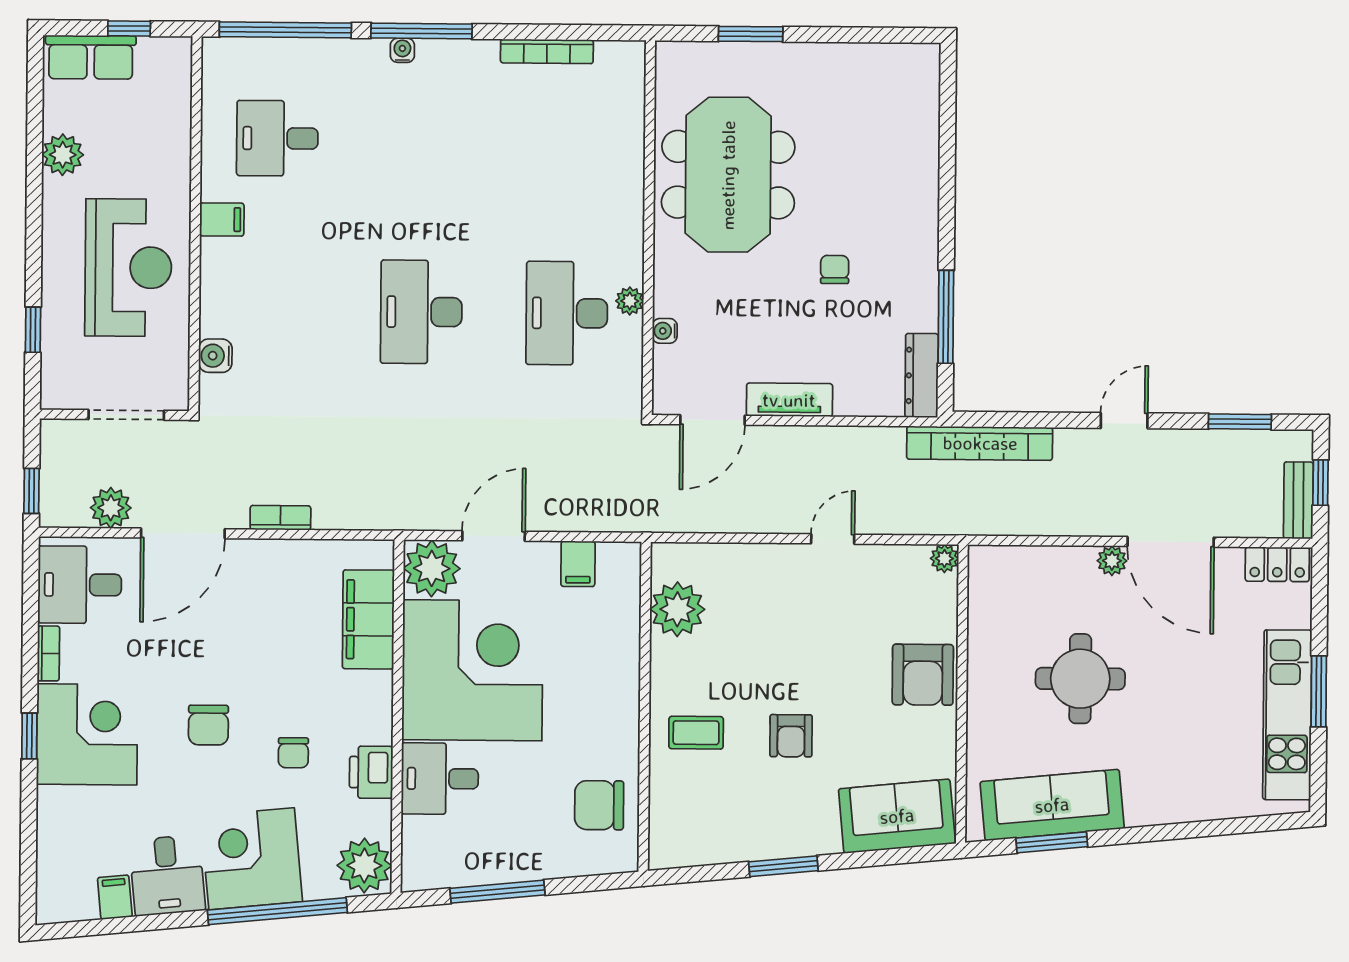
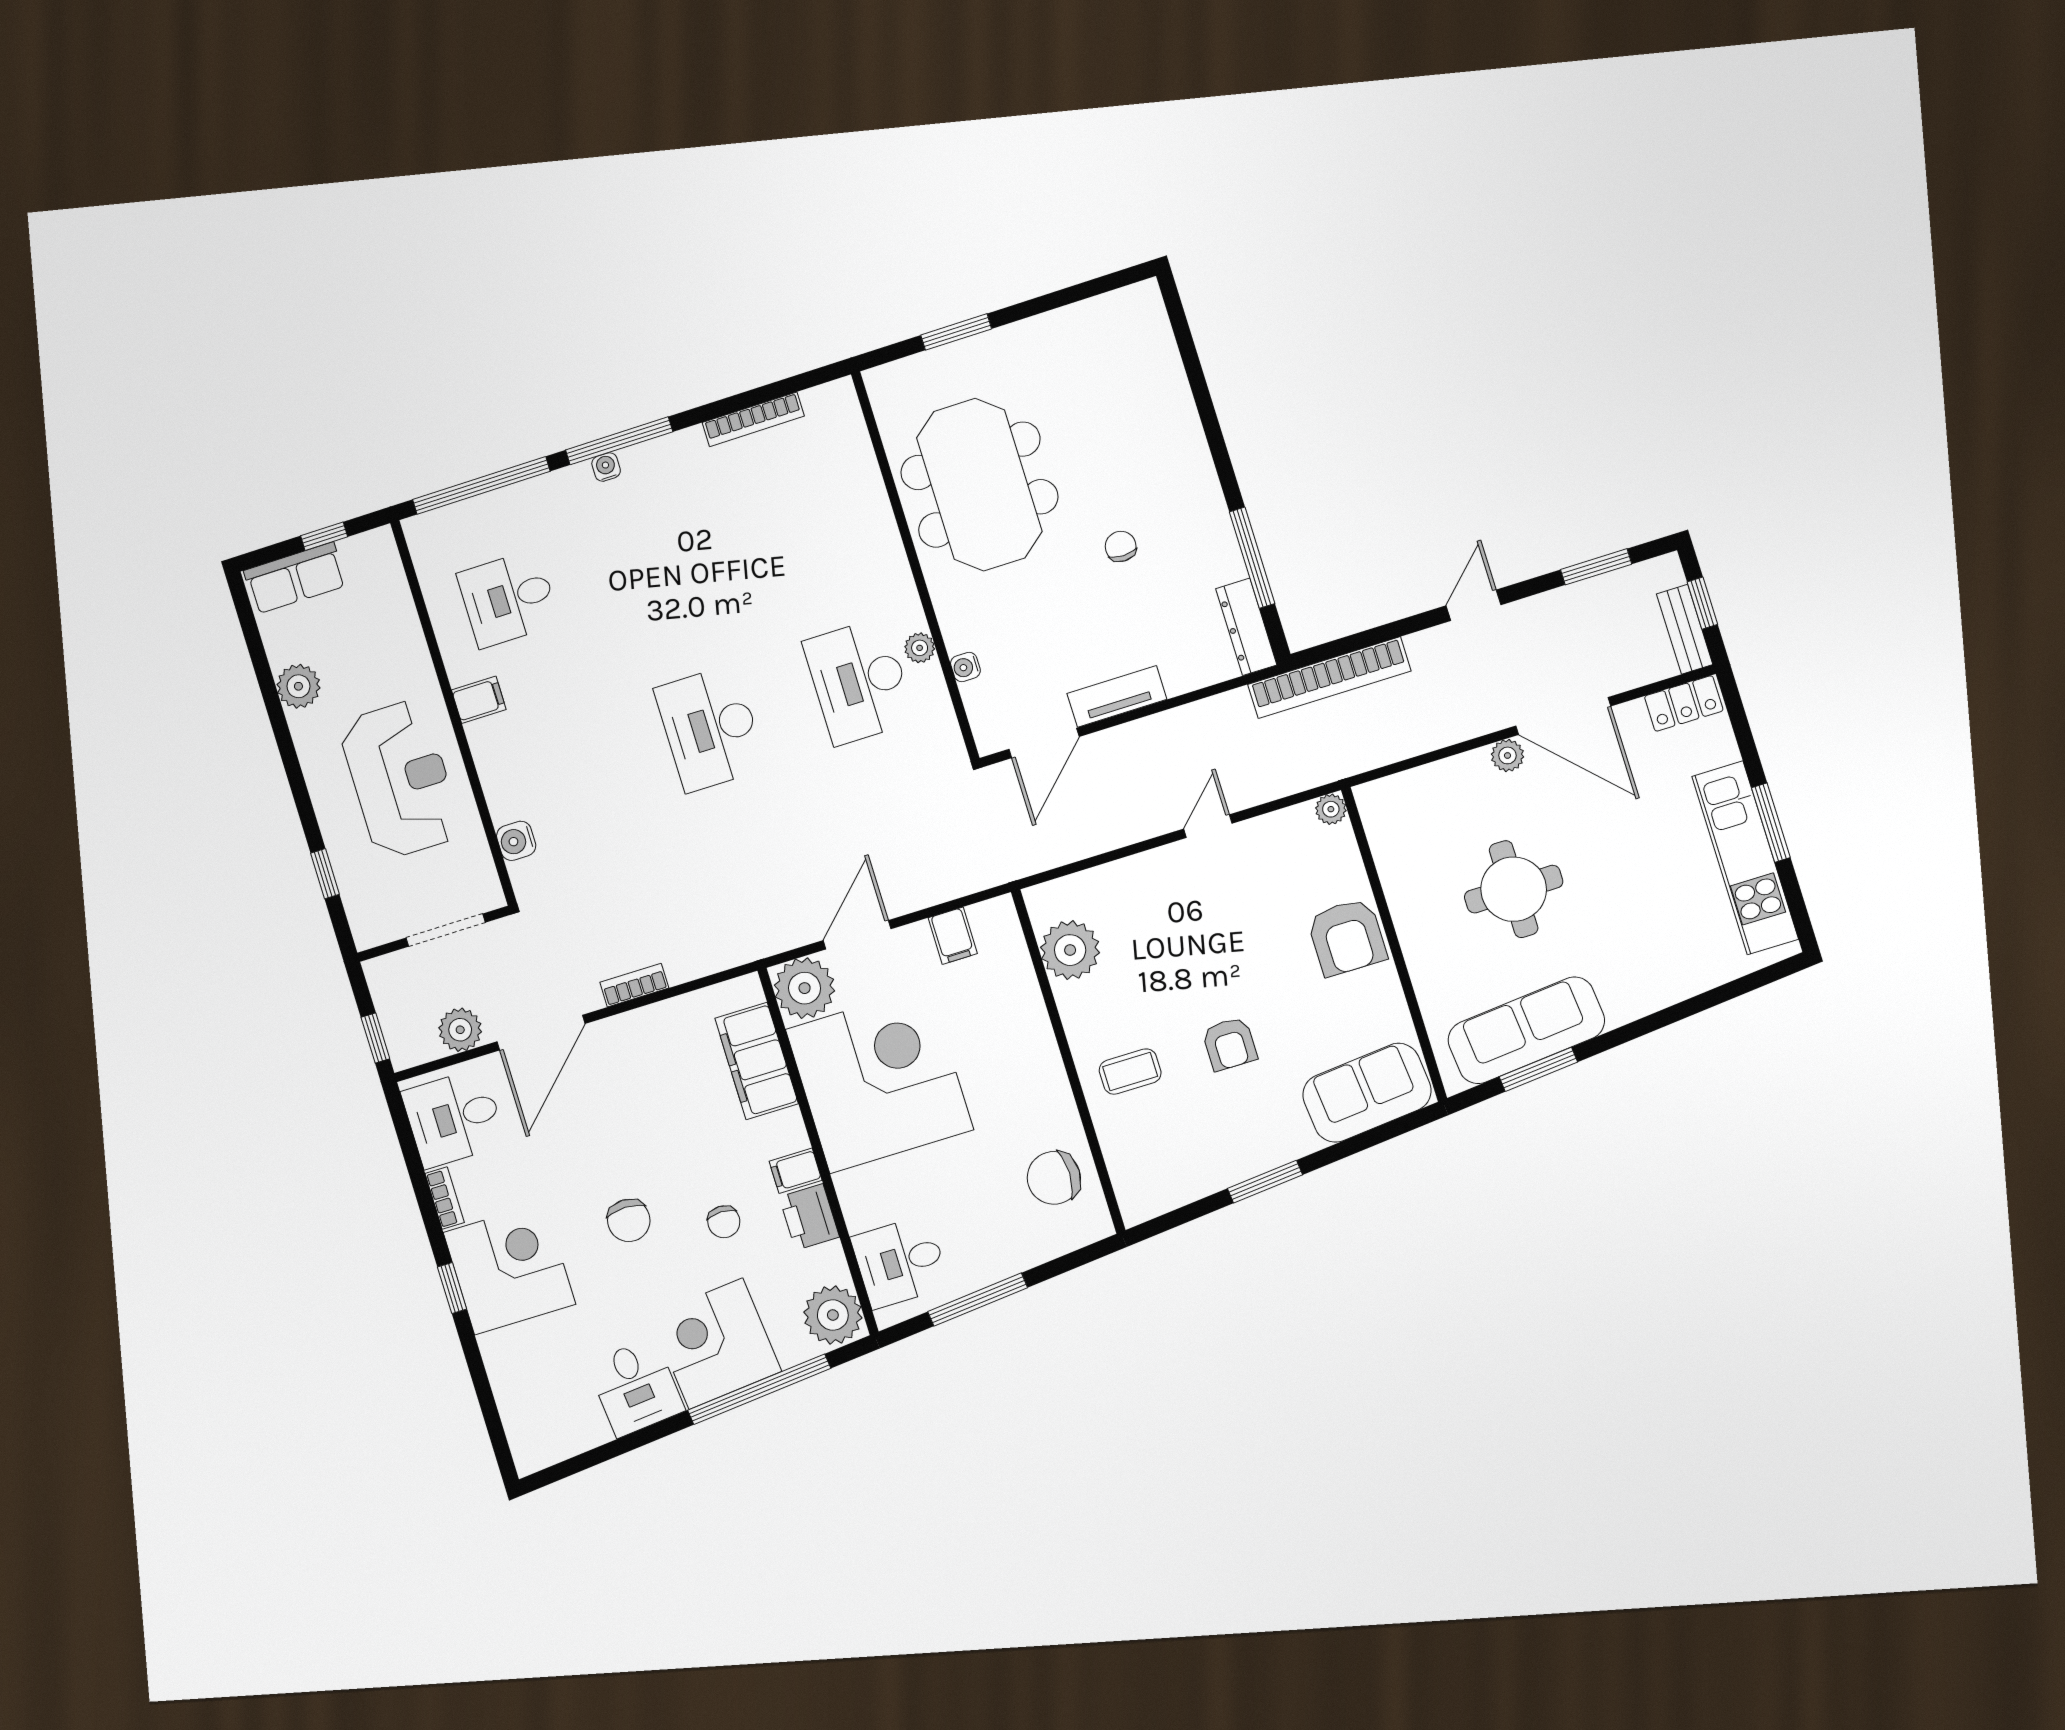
desk: (440, 779) -> (900, 1262), moved
filing cabinet: (115, 897) -> (796, 1171), moved, turned -84

